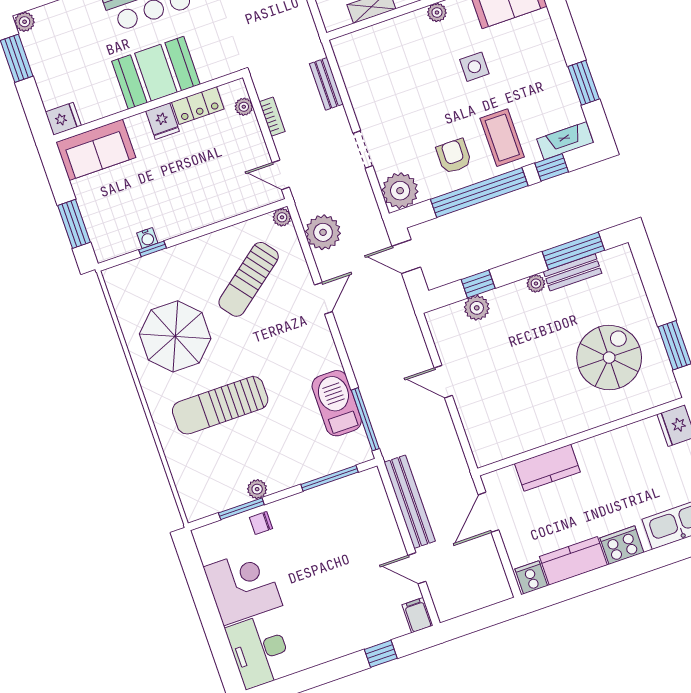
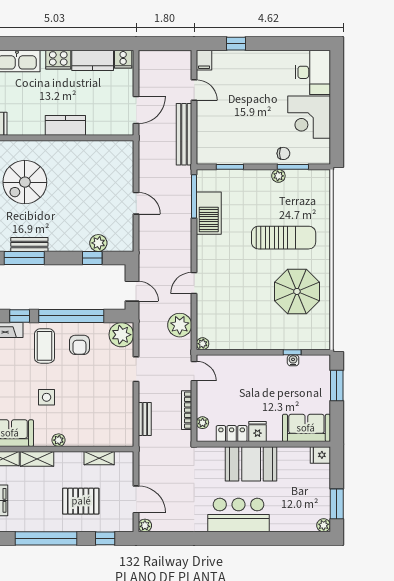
bookcase: (272, 117) -> (187, 410), width x1.56
sun lounger: (249, 279) -> (238, 312), removed
plant: (536, 283) -> (55, 245), removed
kitchen counter: (547, 468) -> (65, 125), moved
window: (329, 478) -> (230, 167), width x0.69

